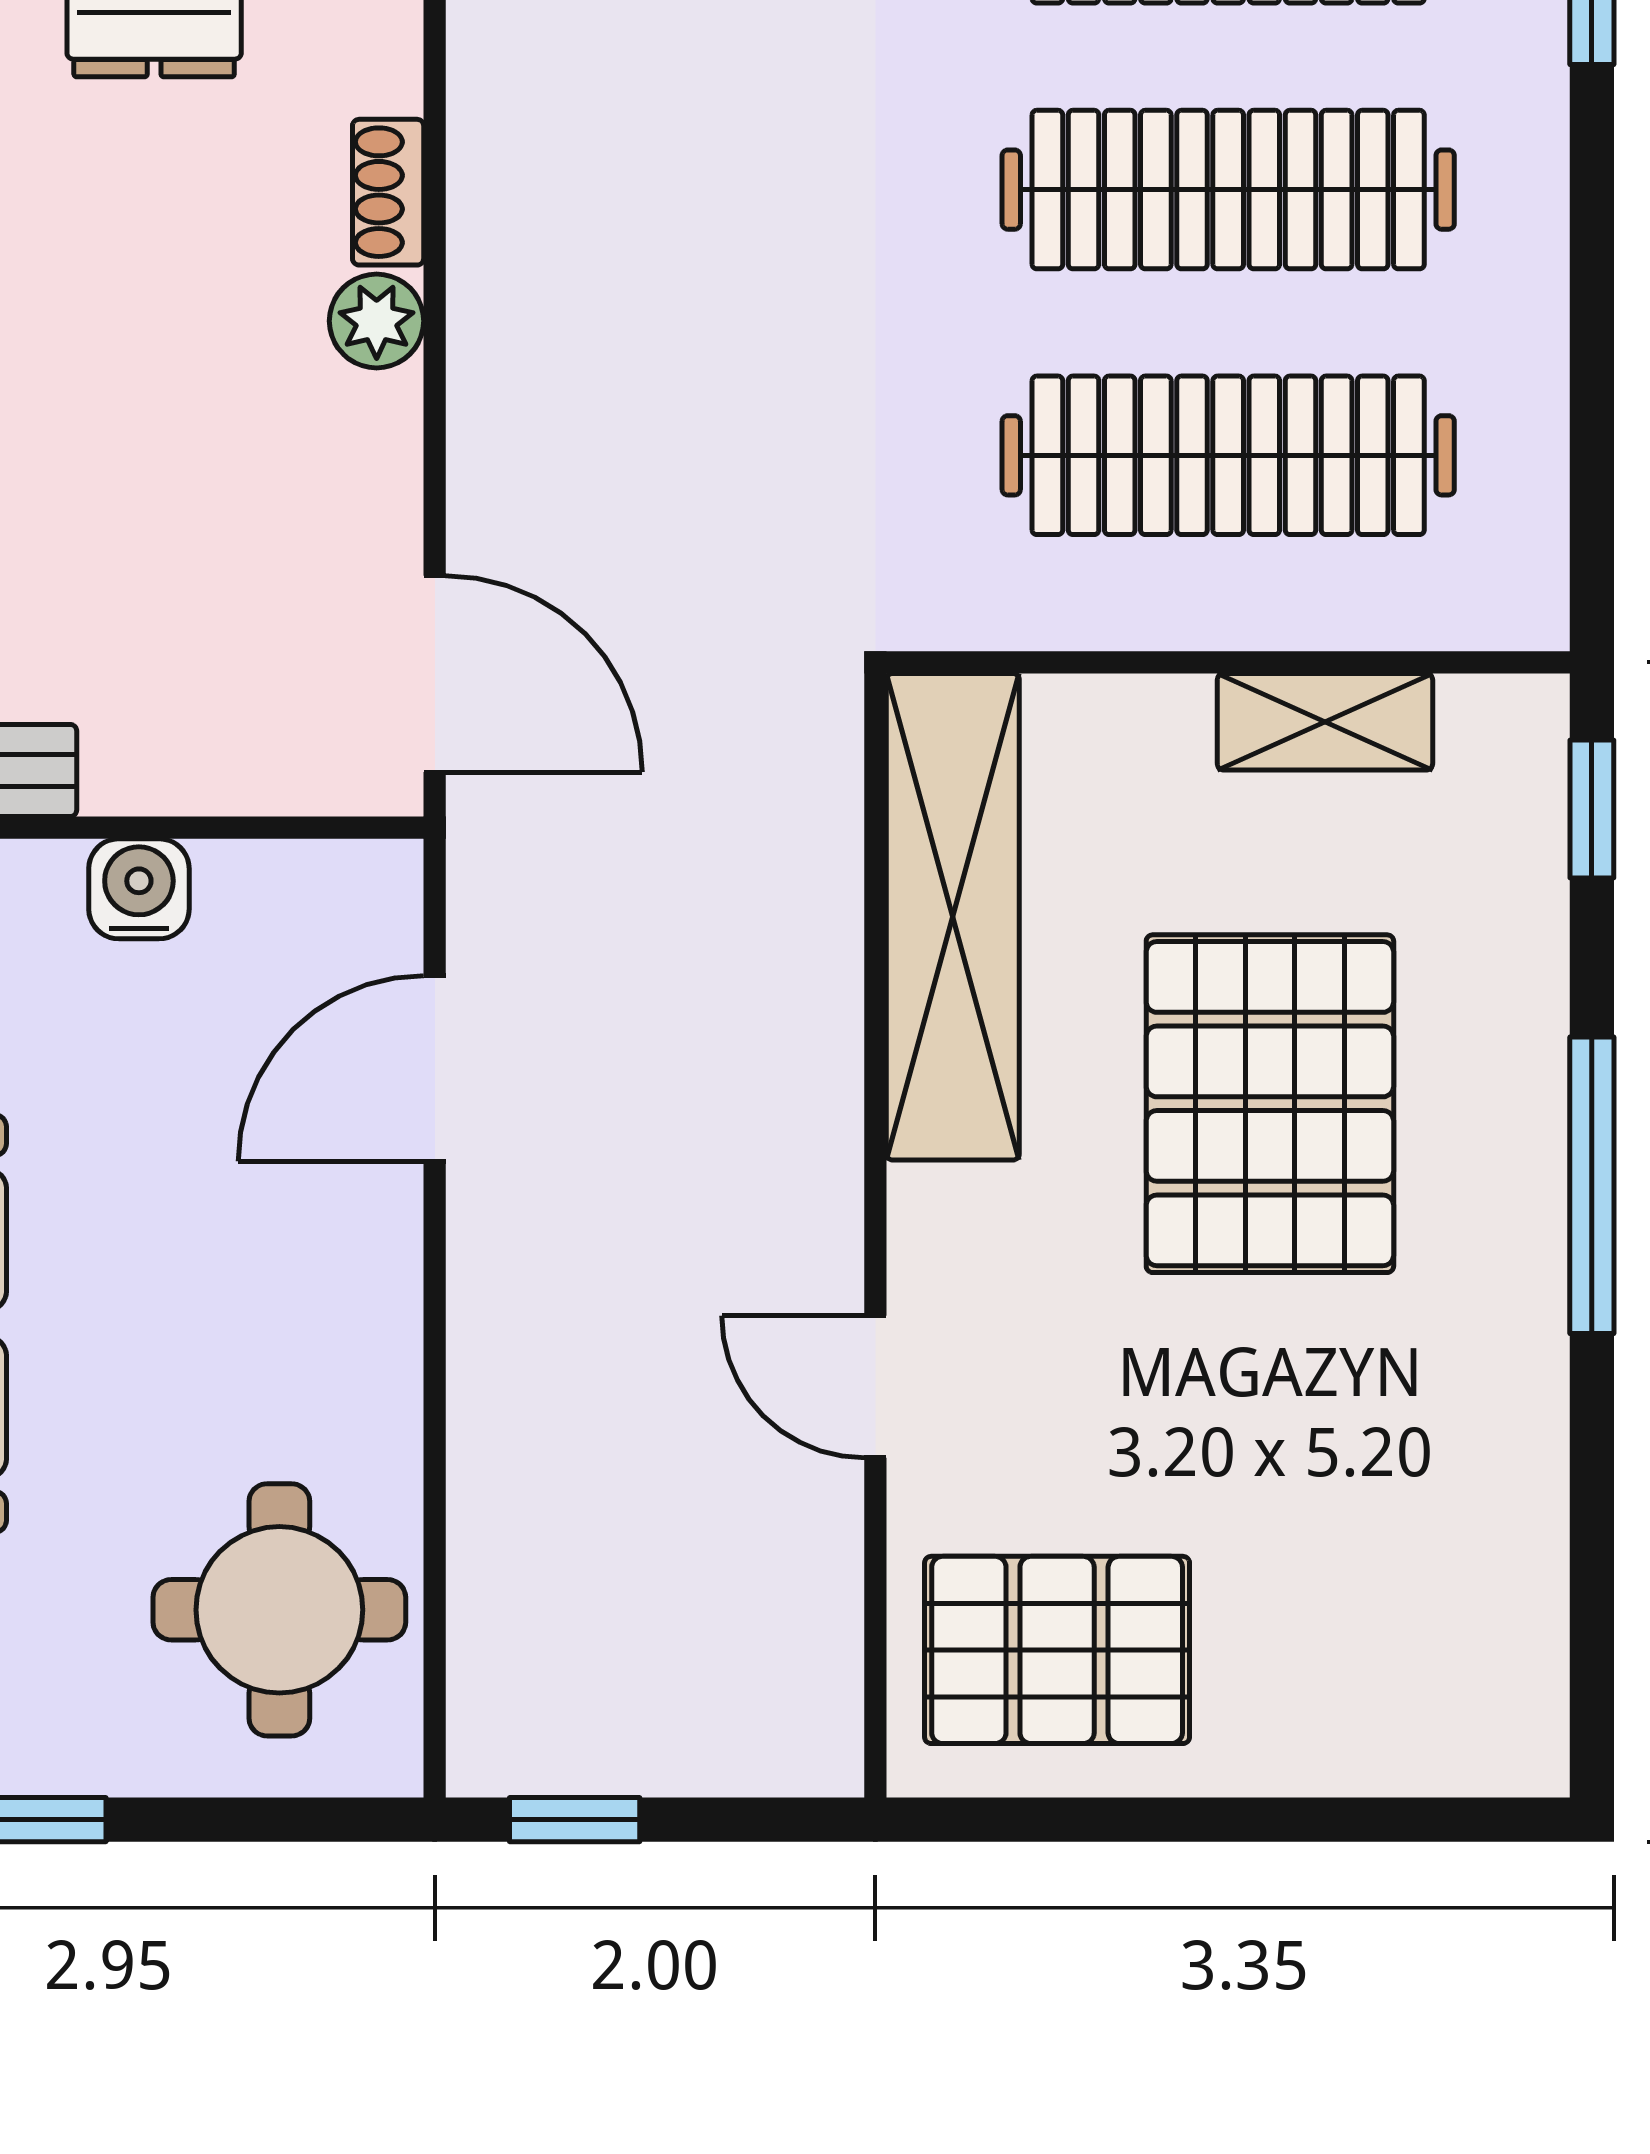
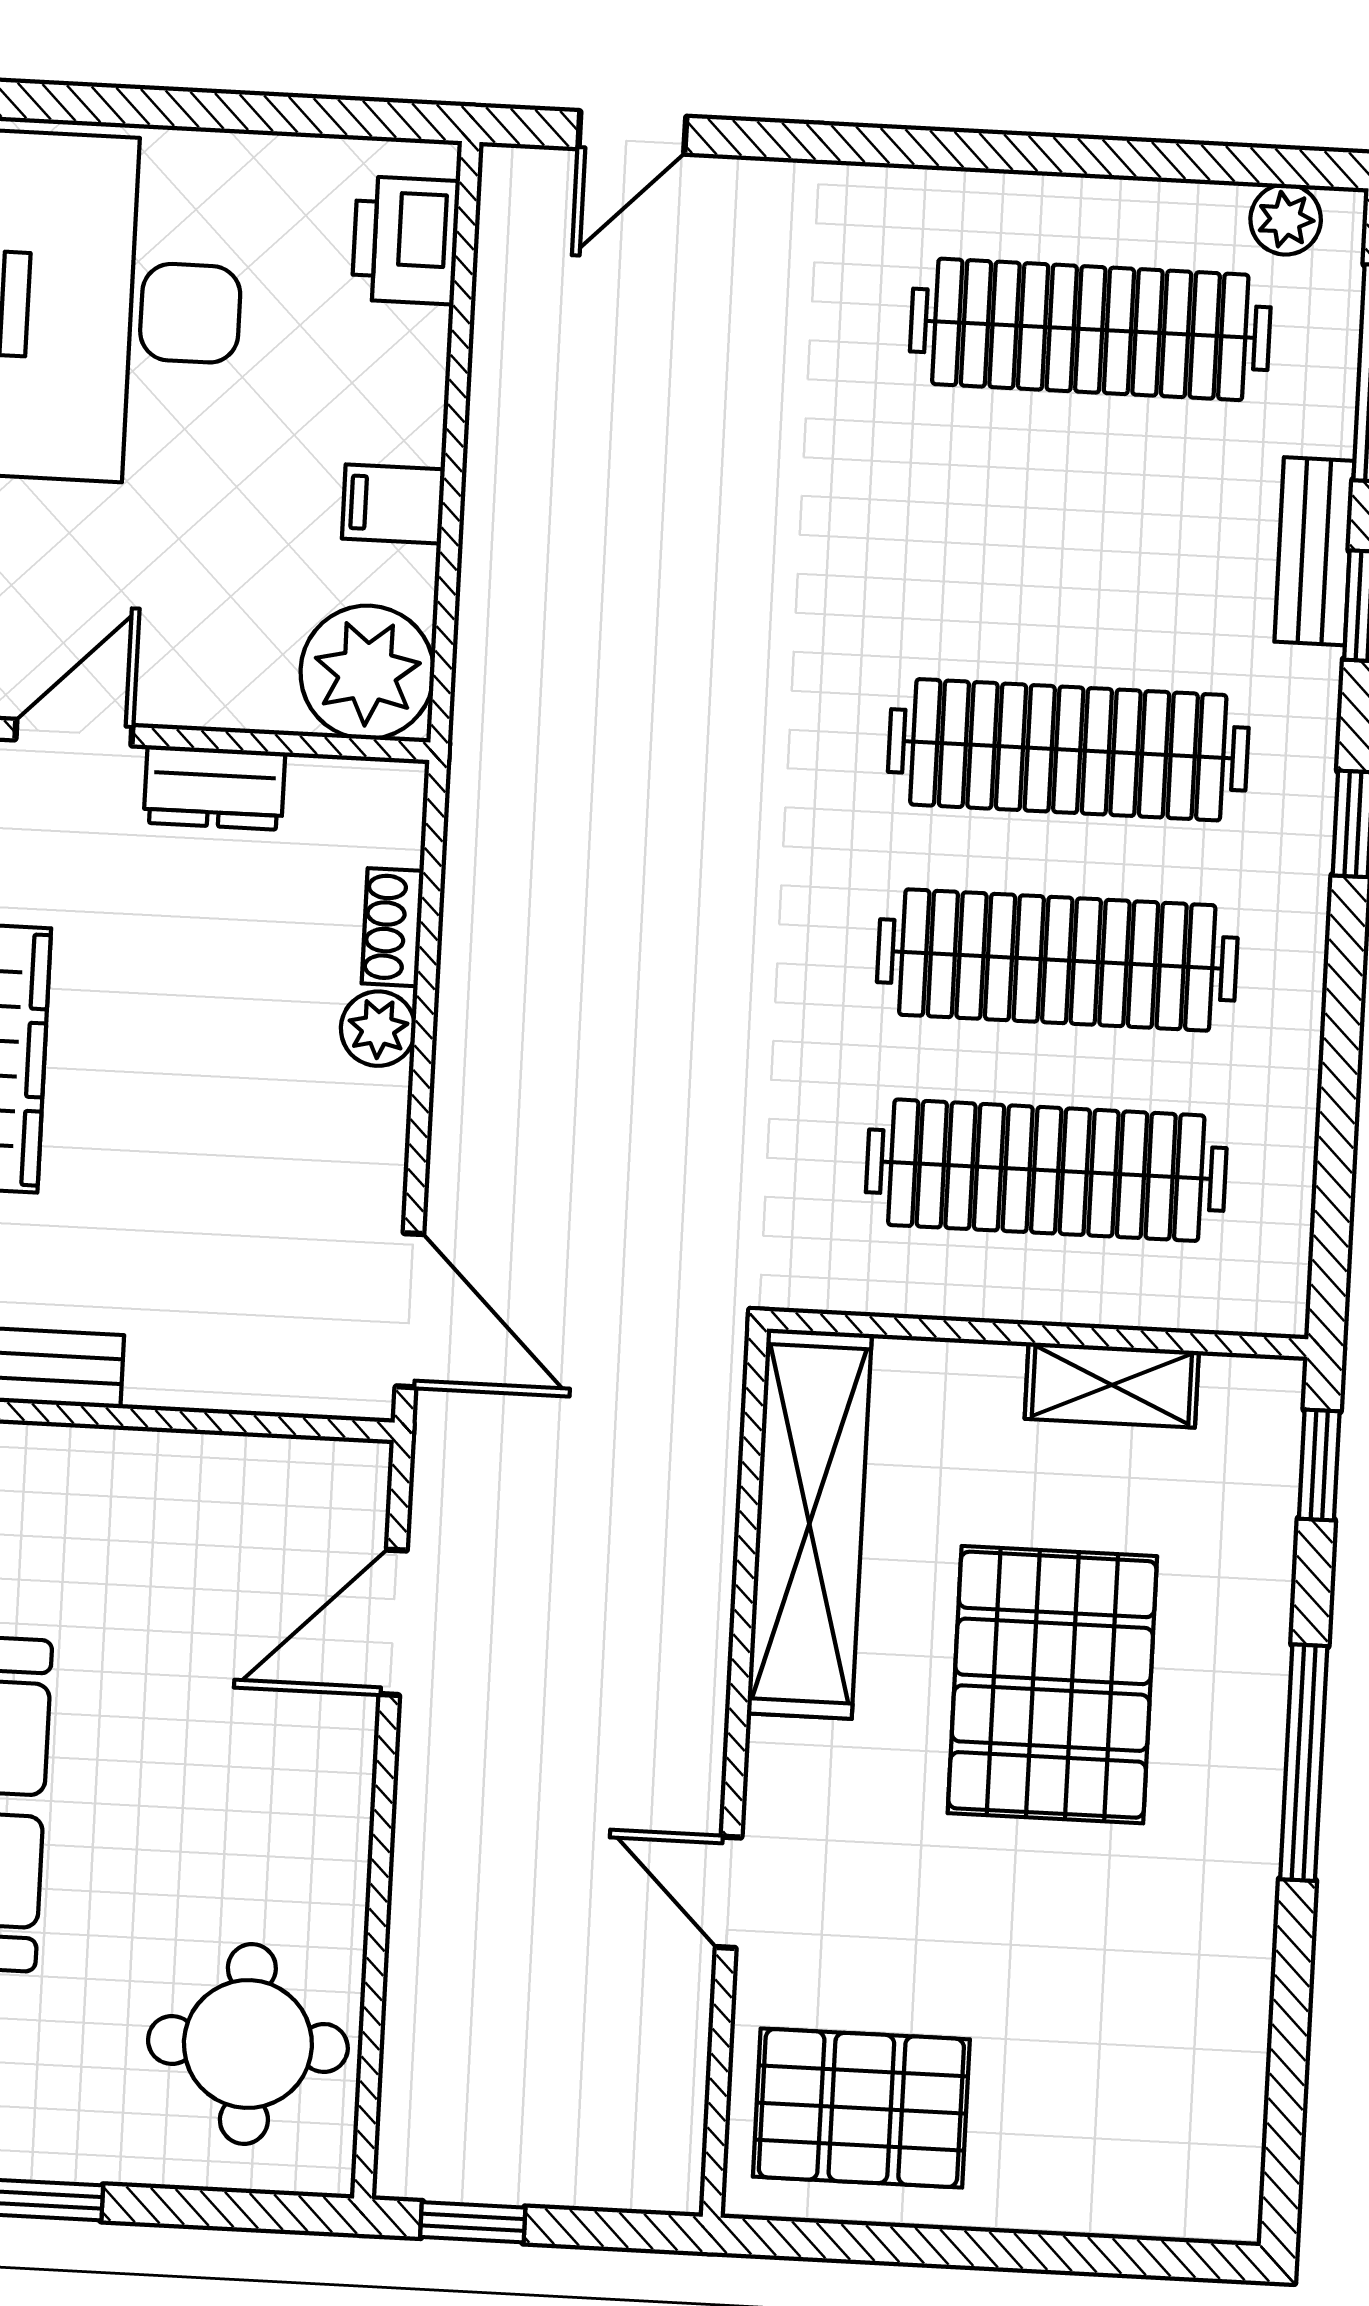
water cooler: (139, 889) -> (167, 1468), removed

